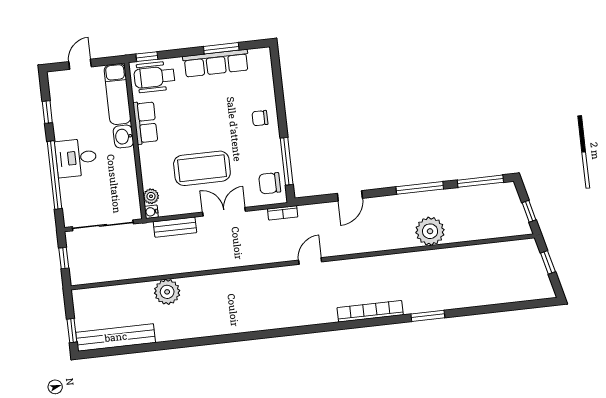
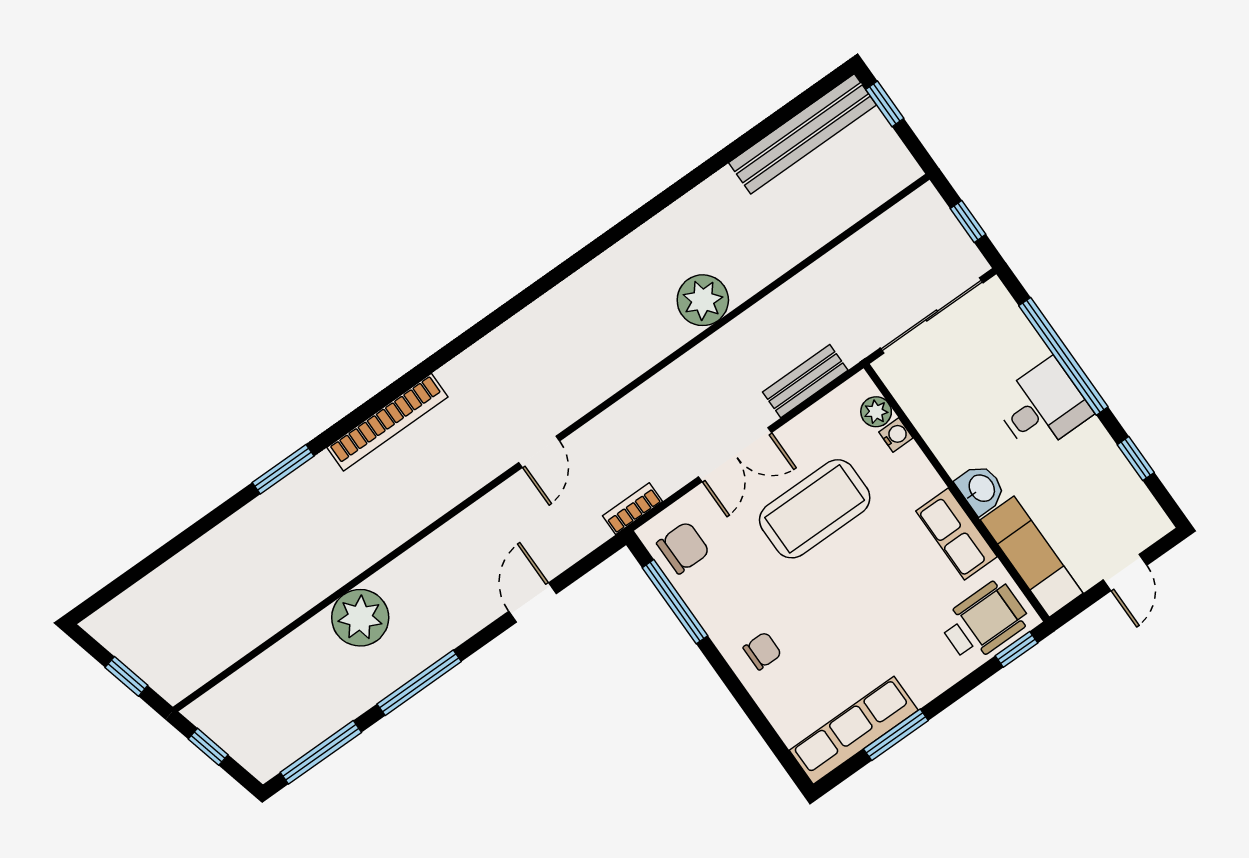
row of seats: (216, 63) -> (854, 730), moved
water cooler: (151, 212) -> (896, 435), moved
plant: (167, 292) -> (703, 300), moved

